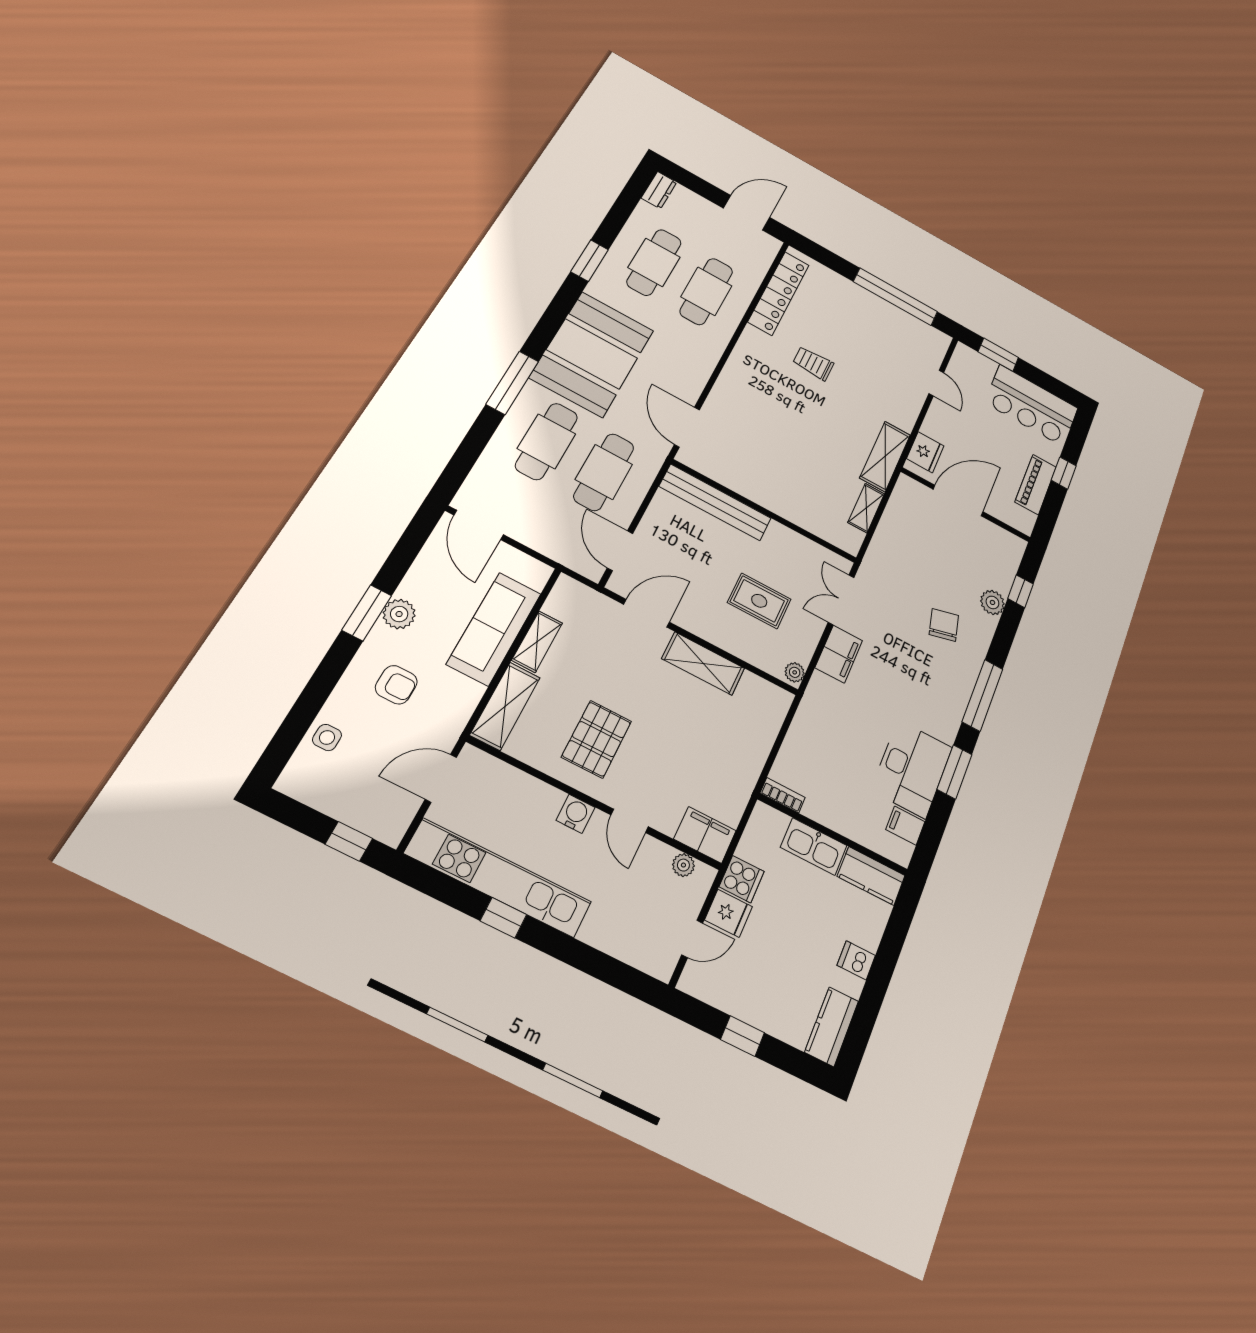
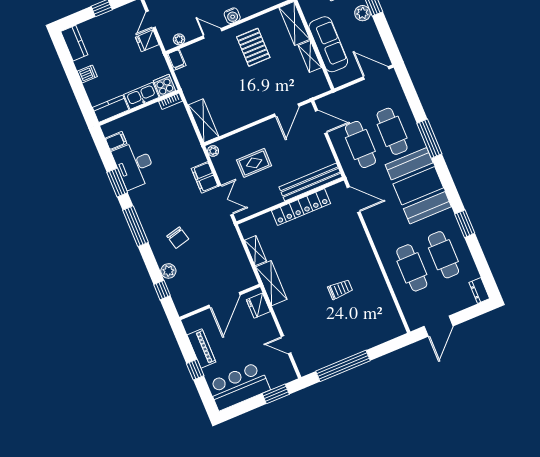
locker: (779, 293) -> (301, 207), moved, turned -90
shelving: (703, 663) -> (203, 121), moved, turned 90
filing cabinet: (705, 835) -> (176, 60), width x0.50
cooker: (742, 879) -> (164, 86), moved, turned 90

